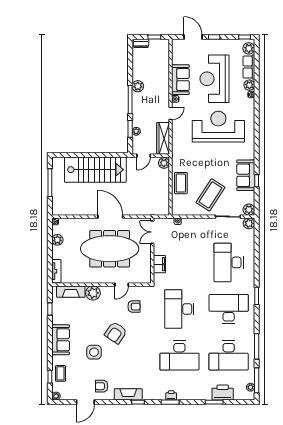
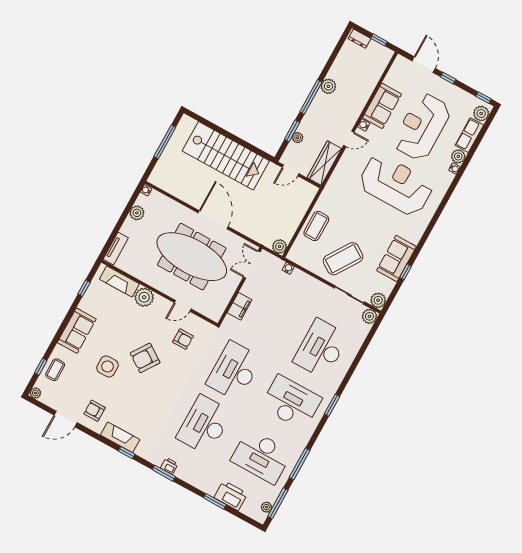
plant: (164, 163) -> (280, 246), moved
desk: (179, 355) -> (204, 425), turned 90

